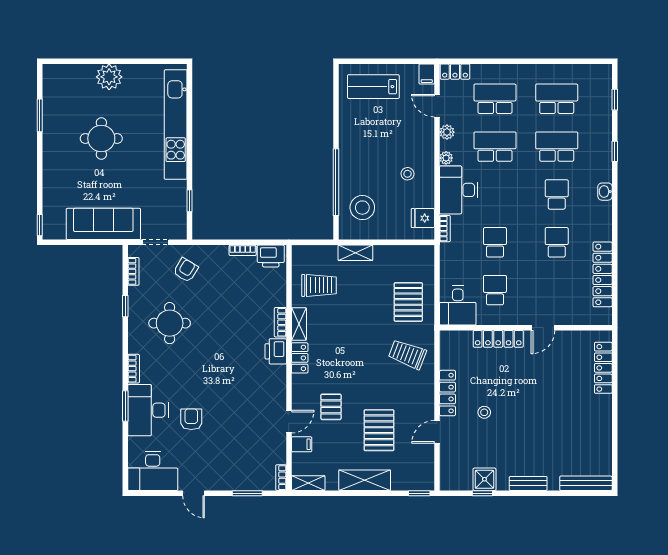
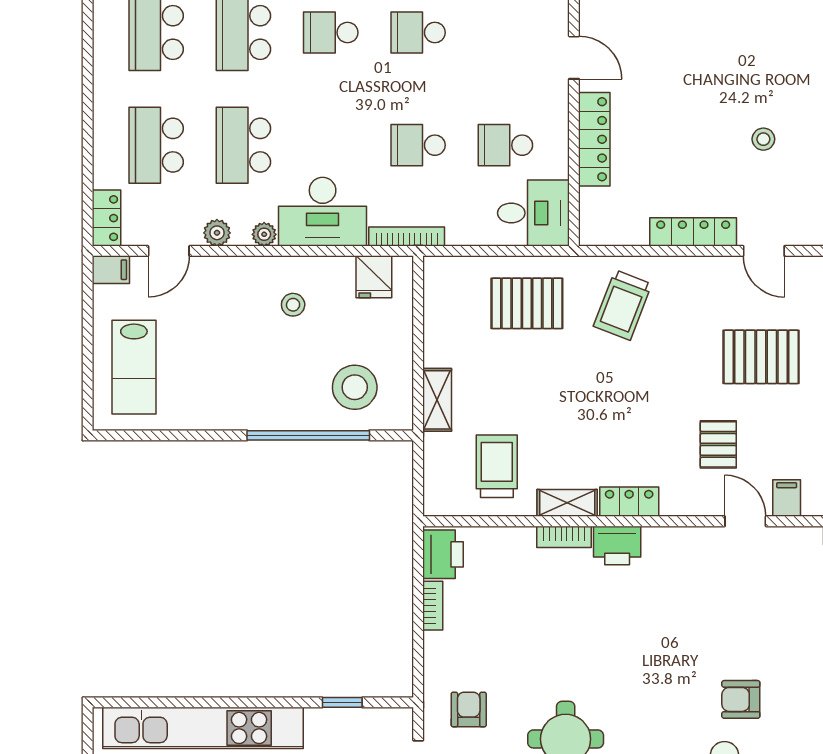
bookcase: (445, 229) -> (407, 237), width x1.56
armchair: (186, 270) -> (469, 710), turned 59
pallet: (331, 407) -> (718, 444), turned 90
stool: (484, 412) -> (763, 139), moved

